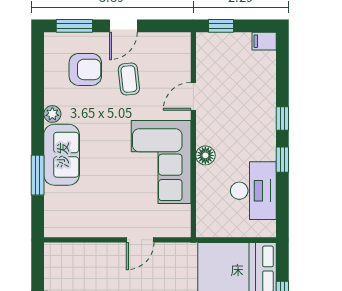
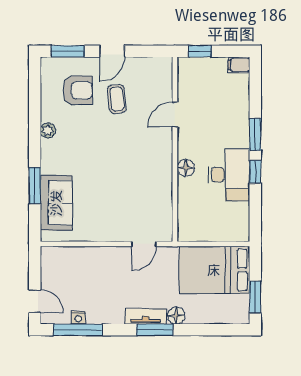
window: (282, 119) -> (255, 135), width x1.50
sofa: (62, 155) -> (56, 203), moved
corner sofa: (161, 162) -> (146, 174), removed
desk: (253, 191) -> (229, 175), moved
door: (140, 240) -> (144, 244), moved

